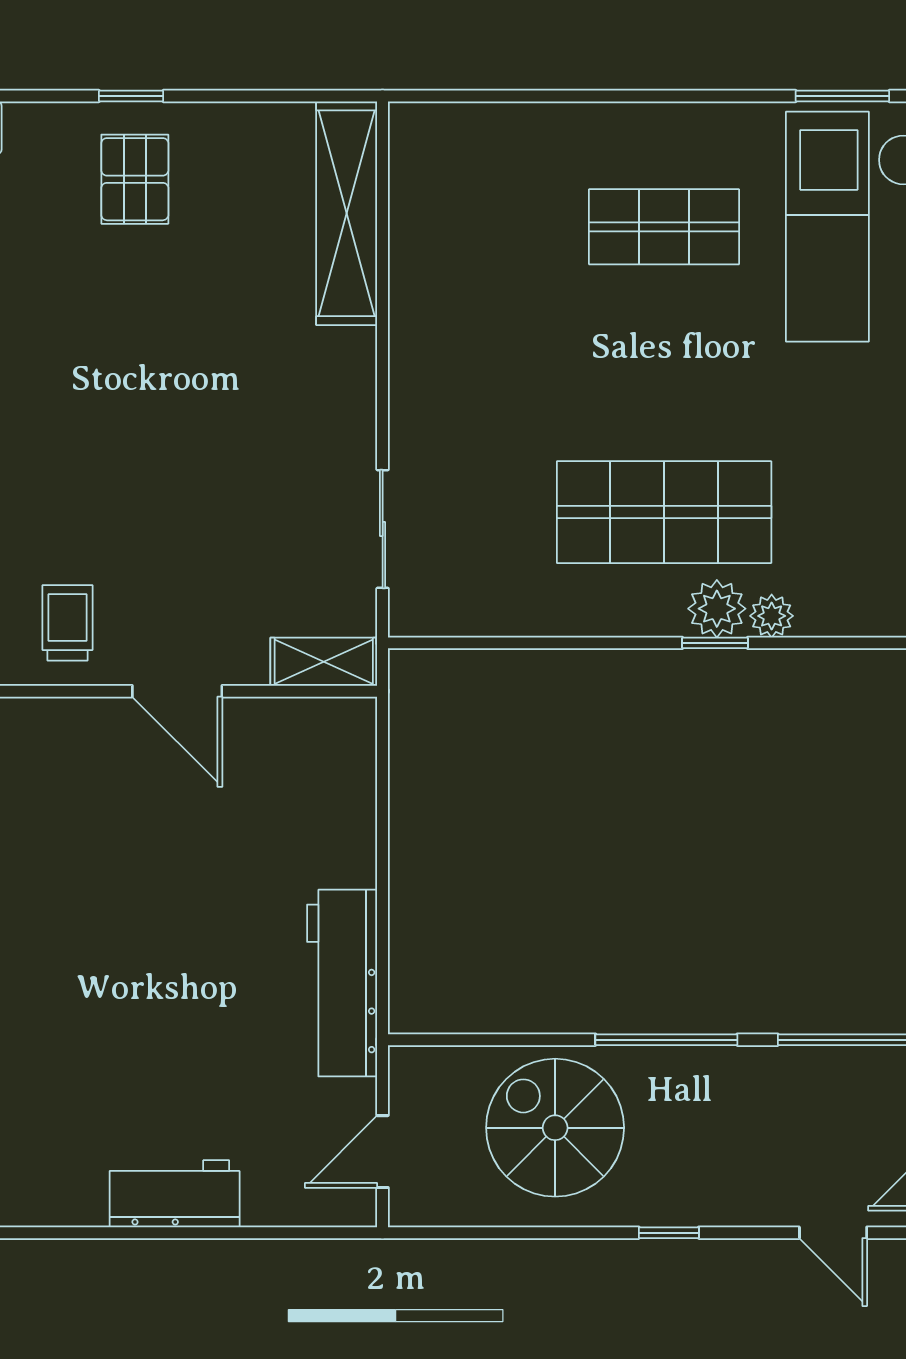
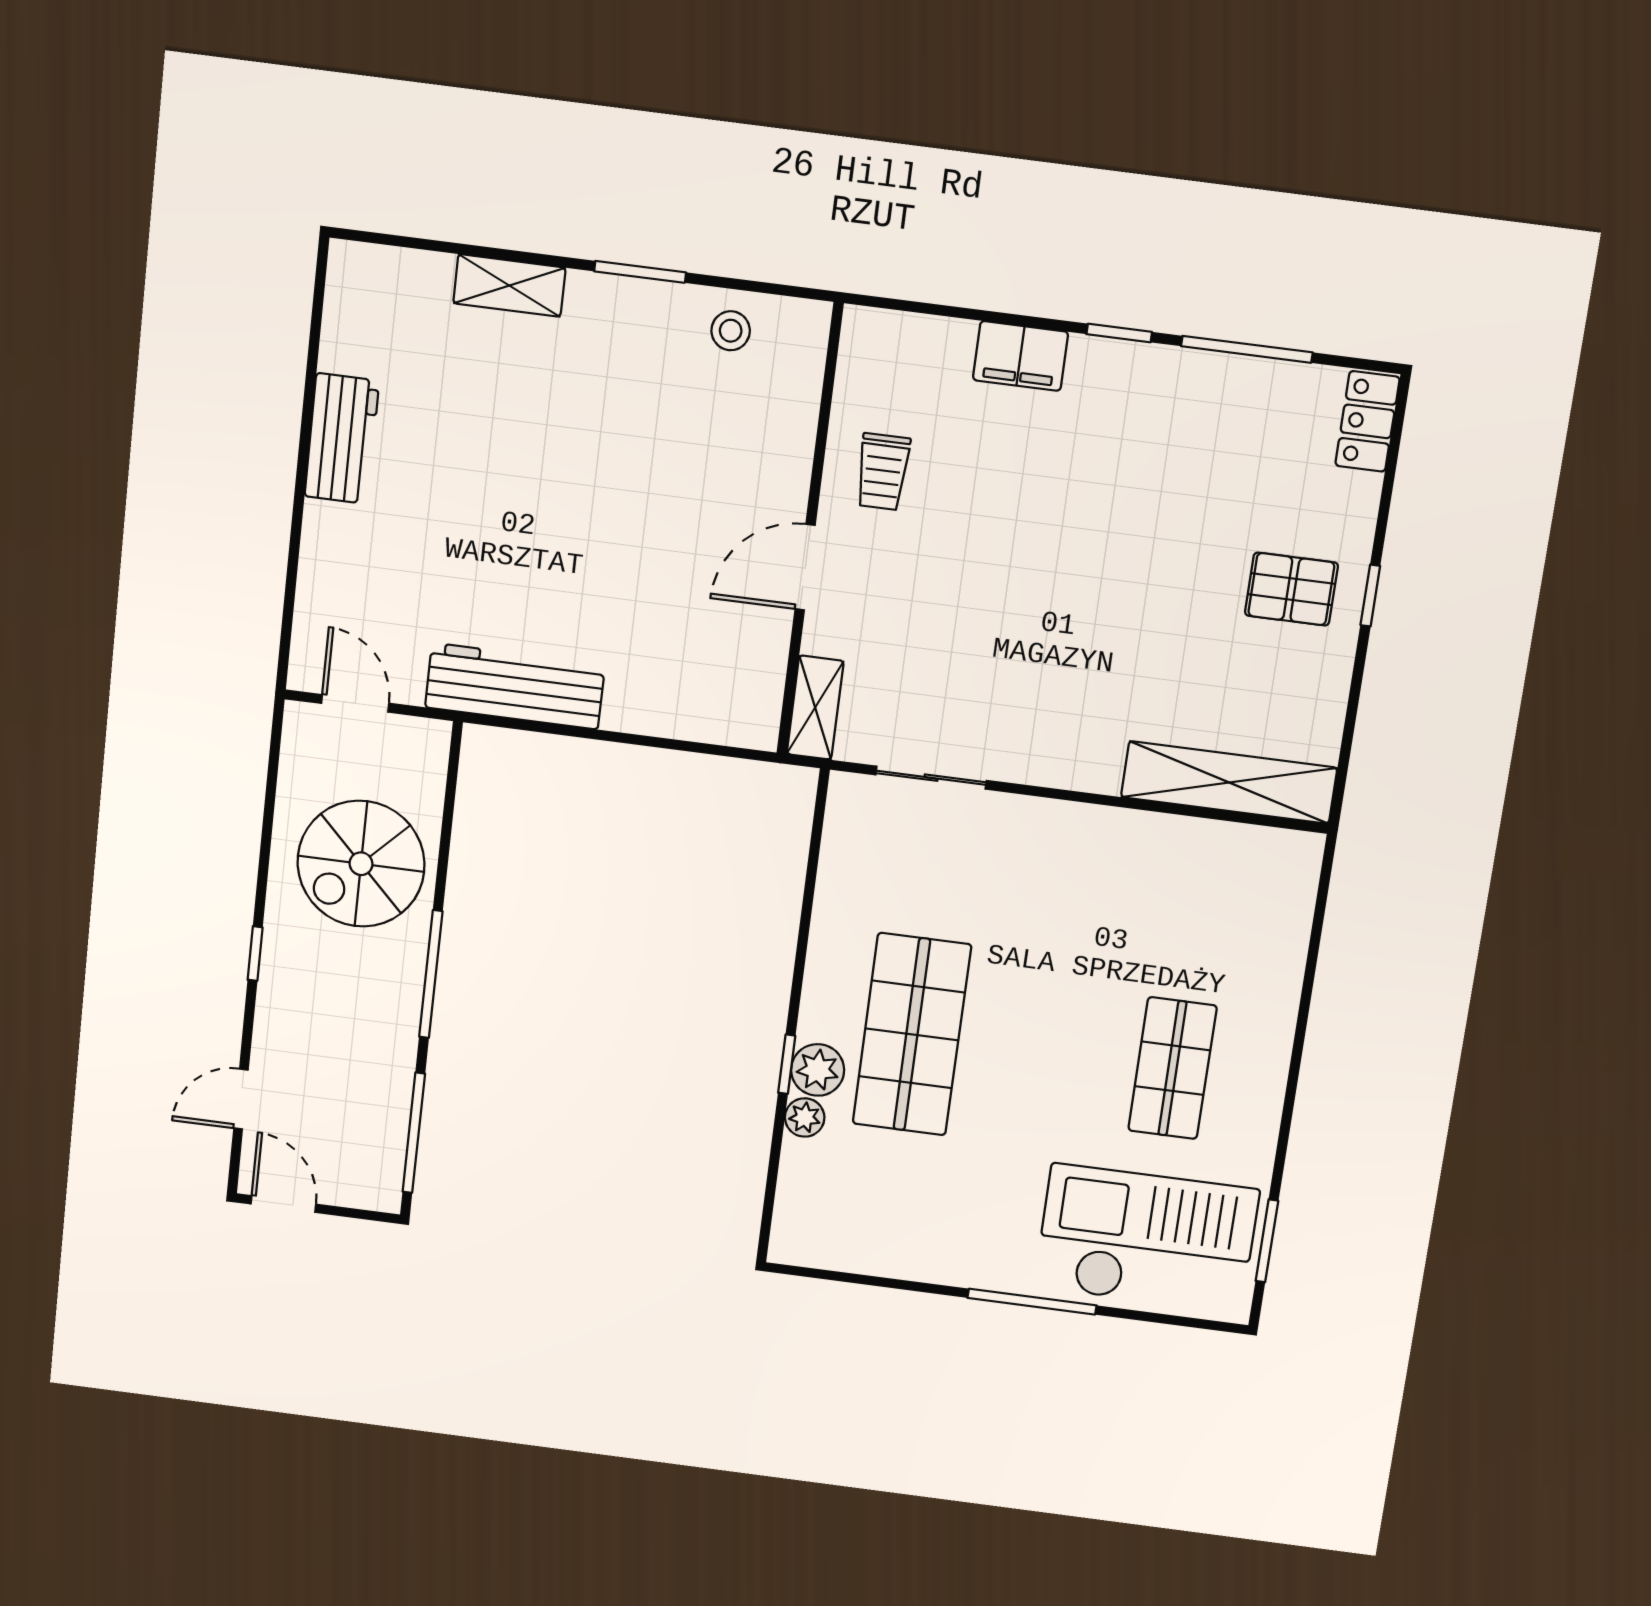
trolley: (67, 623) -> (883, 472), turned 90
spiral stairs: (555, 1128) -> (361, 864), turned 180
workbench: (175, 1194) -> (342, 439), moved

